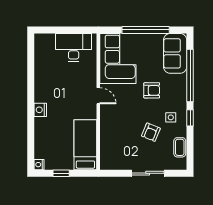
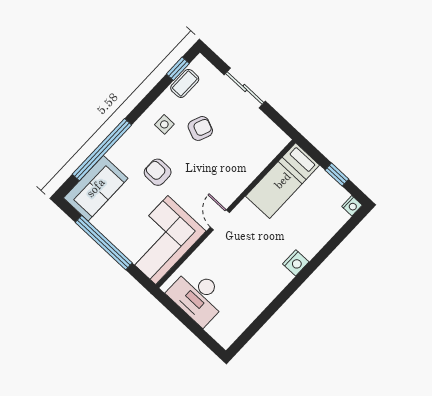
window: (190, 118) -> (178, 69), moved

